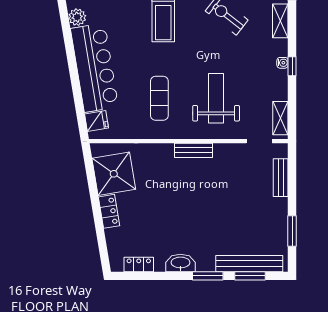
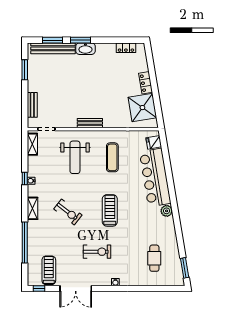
washbasin: (180, 263) -> (85, 49), moved

